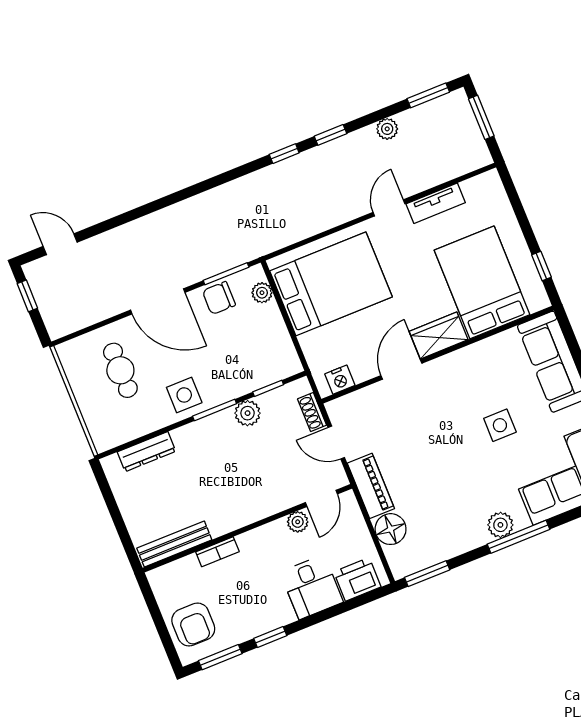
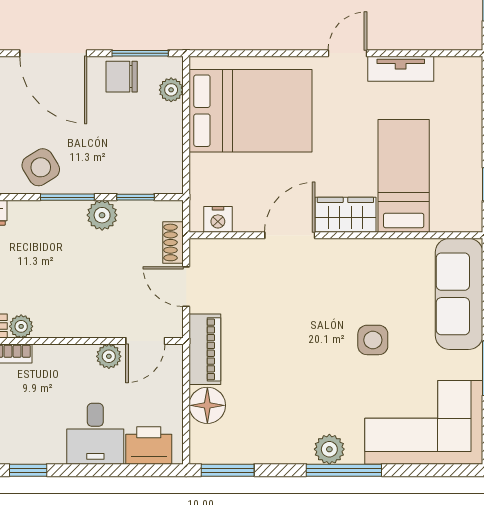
bed: (482, 282) -> (404, 176), width x0.67
side table: (184, 395) -> (41, 167), turned -32
plant: (219, 526) -> (21, 326), added

